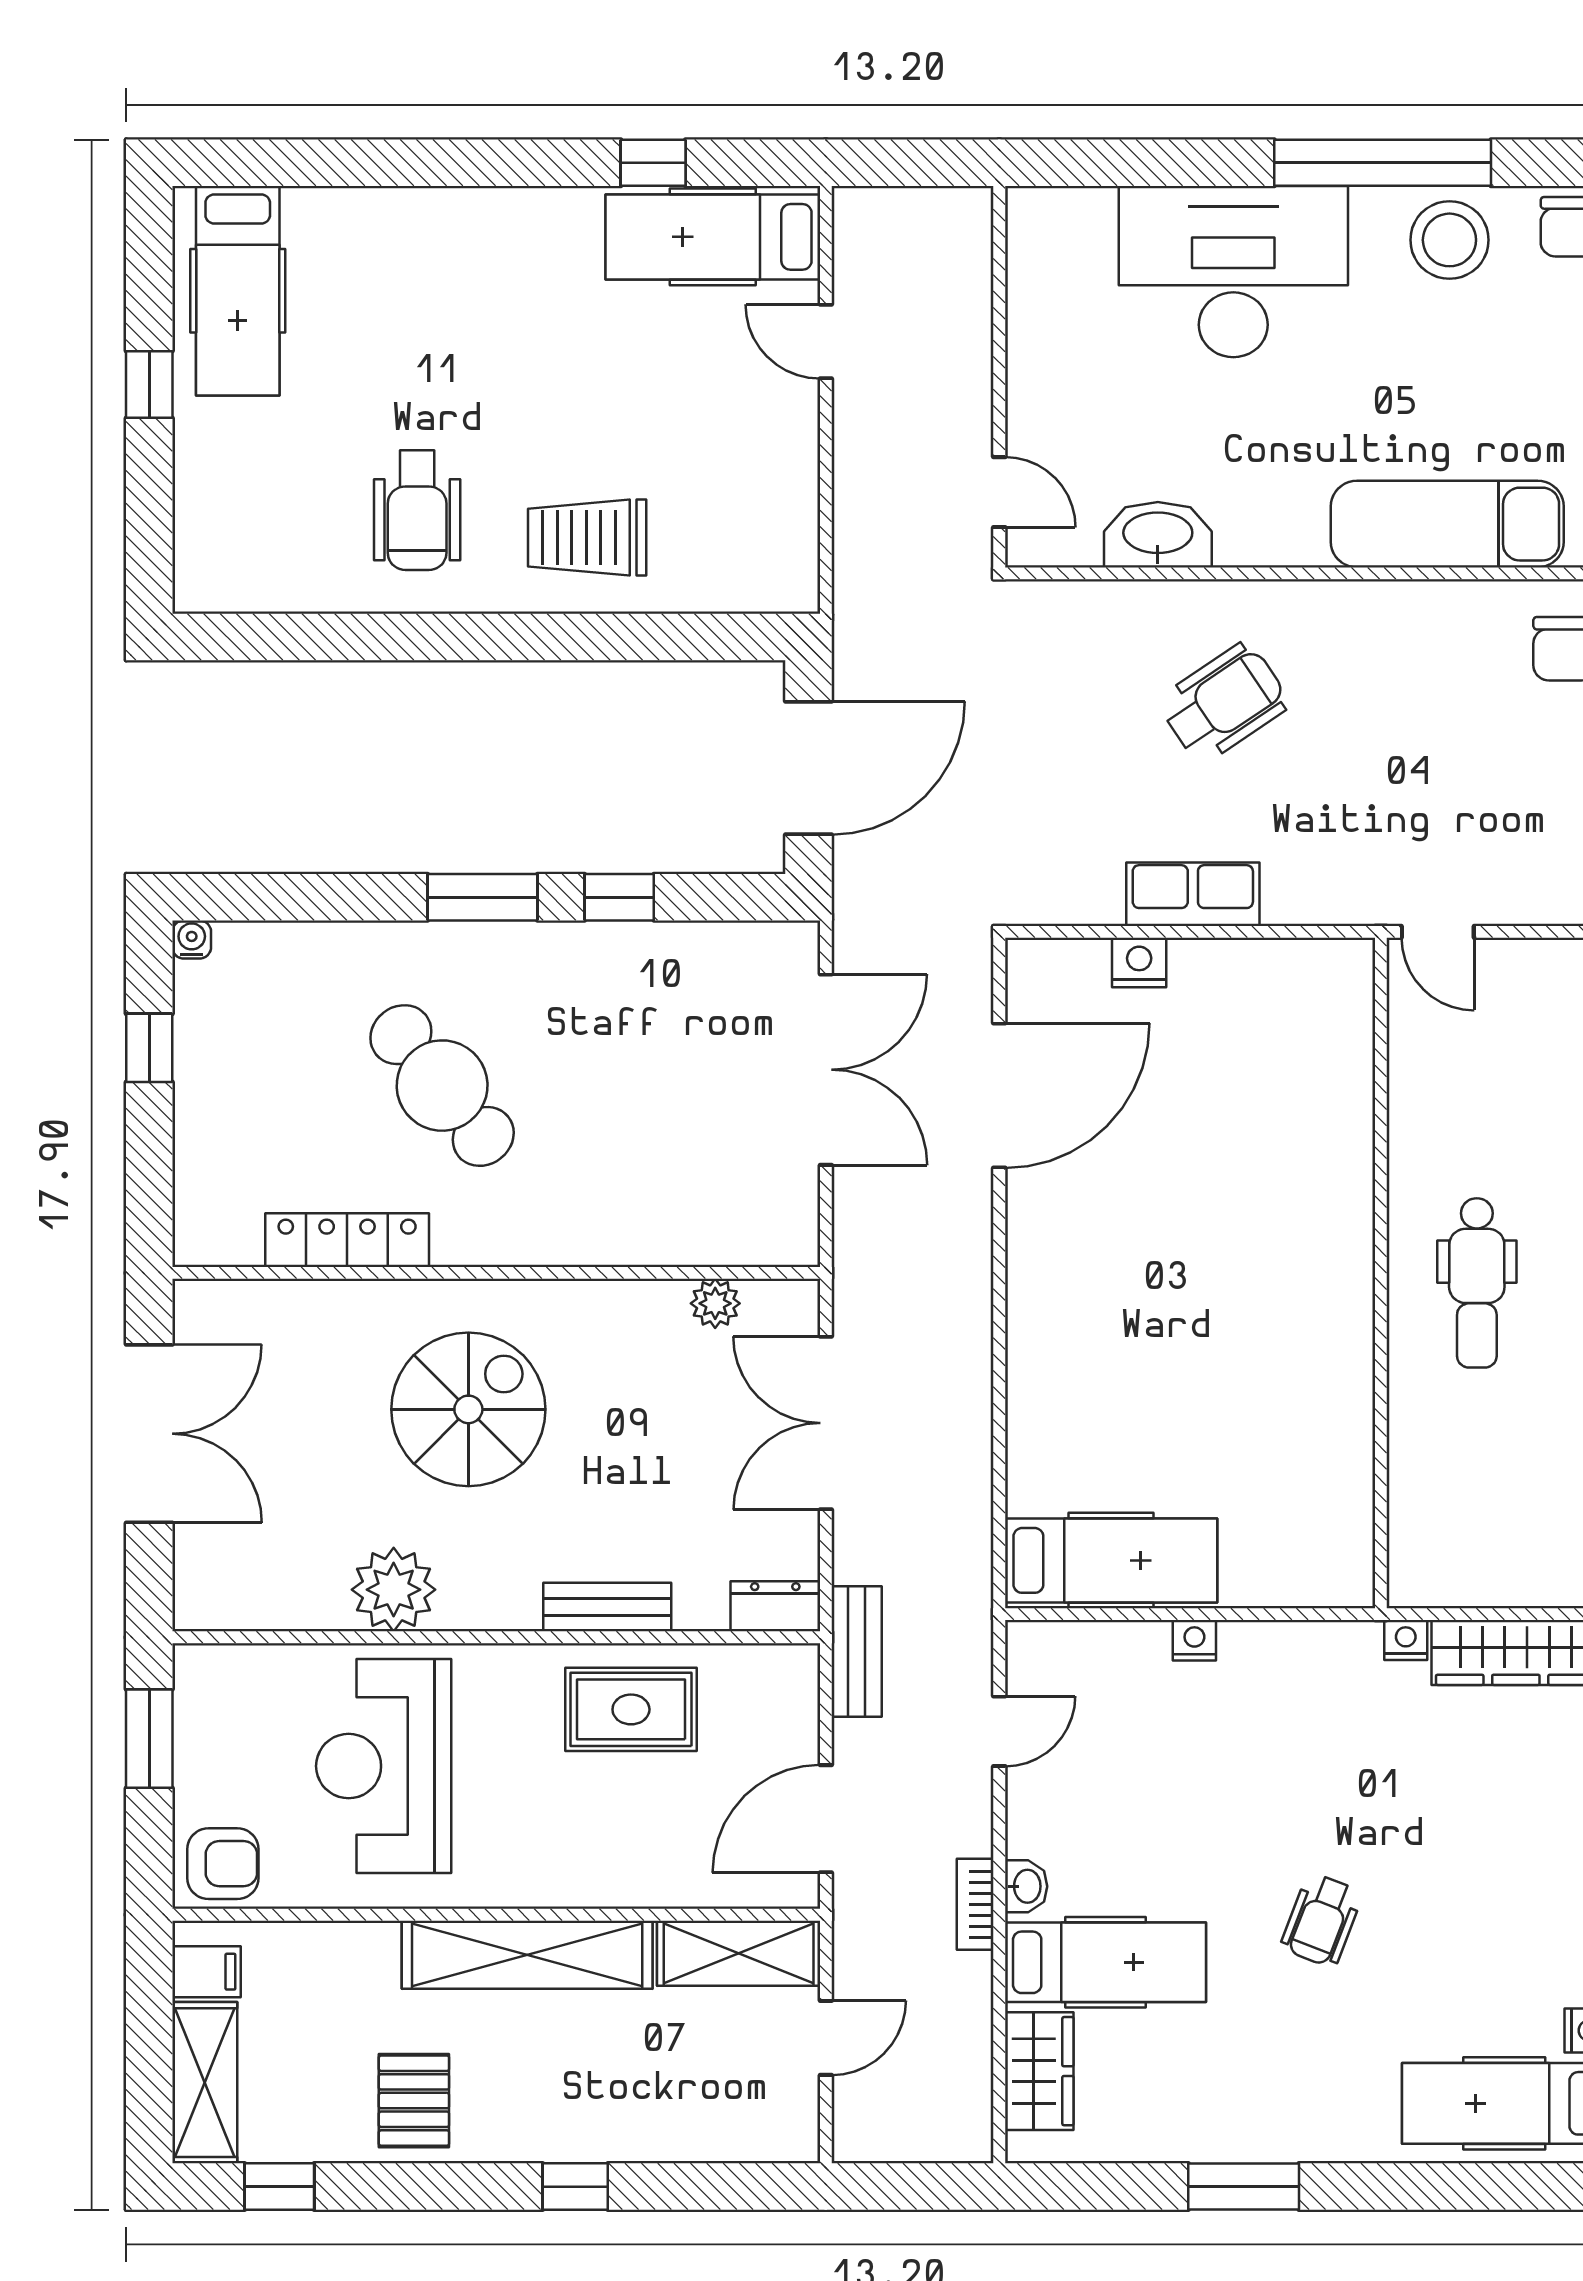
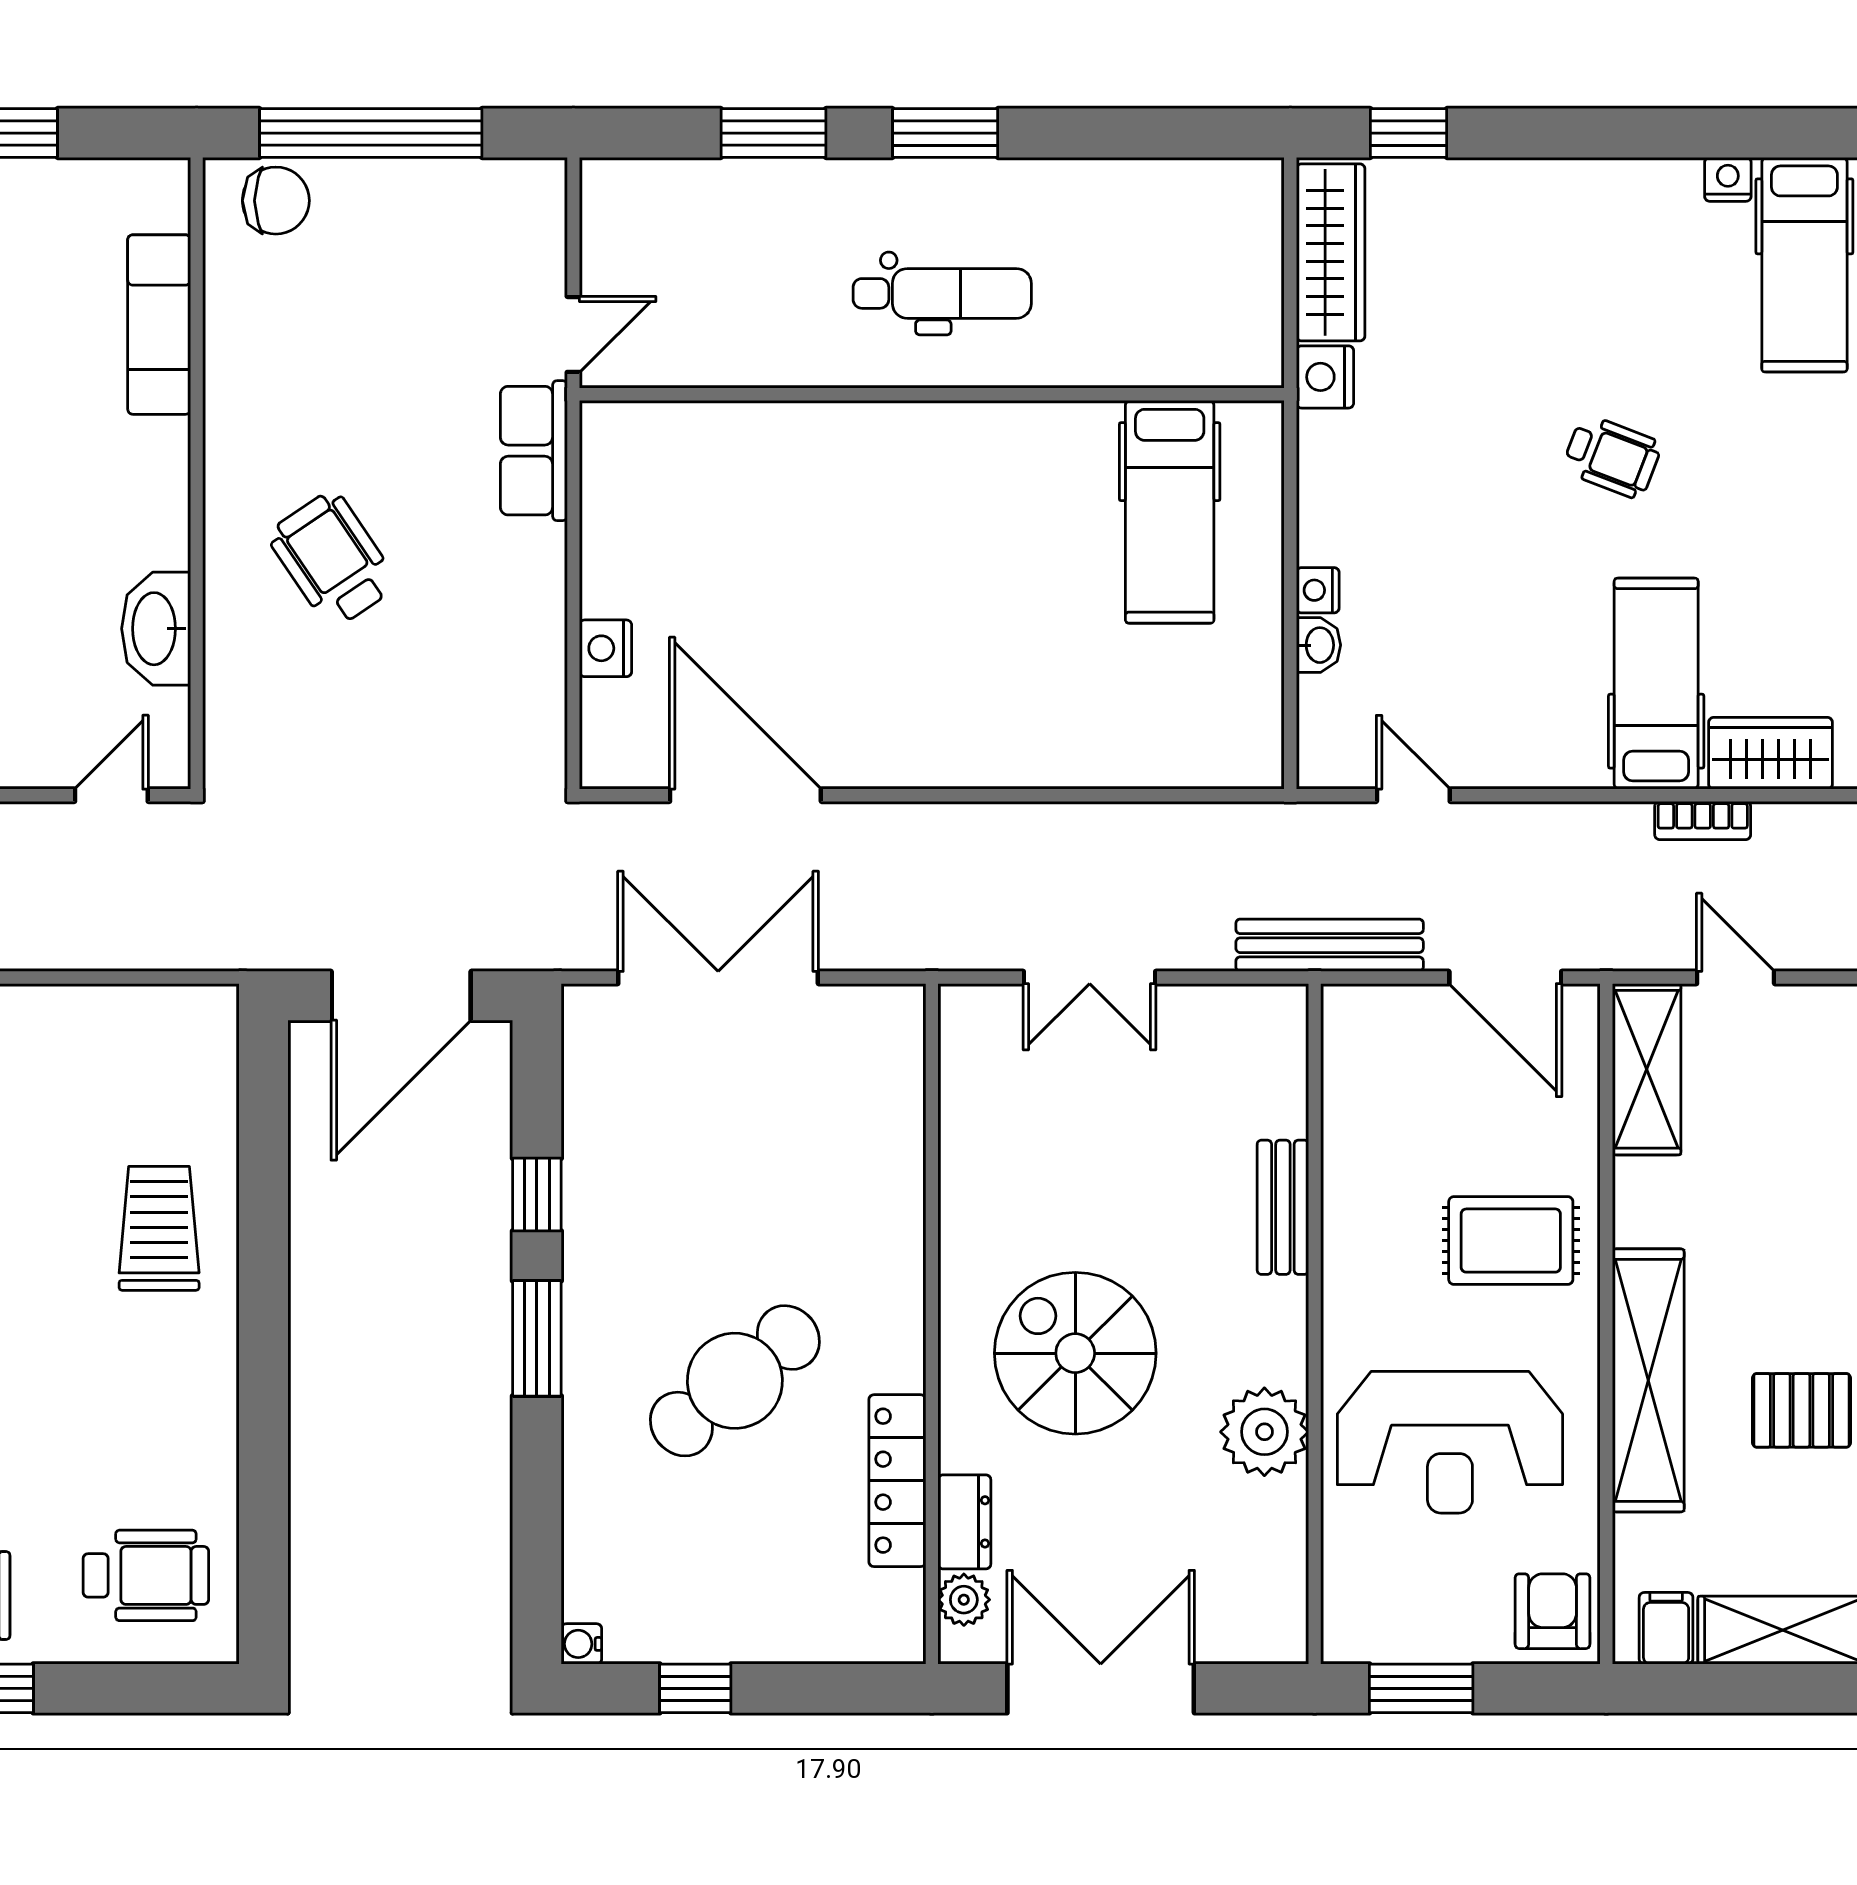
wheelchair: (417, 510) -> (146, 1575), moved
exam couch: (1447, 524) -> (159, 325), width x0.73, depth x0.69
trolley: (587, 538) -> (159, 1228), turned 180
door: (808, 768) -> (401, 996), swing flipped
row of seats: (1193, 894) -> (534, 451), moved
plant: (715, 1303) -> (964, 1600), moved
double door: (826, 1423) -> (1090, 978), width x0.73
hospital bed: (1111, 1560) -> (1170, 512), moved, turned 180
dresser: (775, 1606) -> (964, 1522), moved, turned 180
nightstand: (1406, 1640) -> (1325, 377), width x1.39, depth x1.35
bench: (857, 1651) -> (1330, 945), width x1.36
rug: (631, 1709) -> (1511, 1241), moved, turned 90
washbasin: (1026, 1886) -> (1318, 645), moved, turned 90
bookcase: (975, 1904) -> (1703, 821), moved
shelving: (527, 1955) -> (1648, 1380), moved

